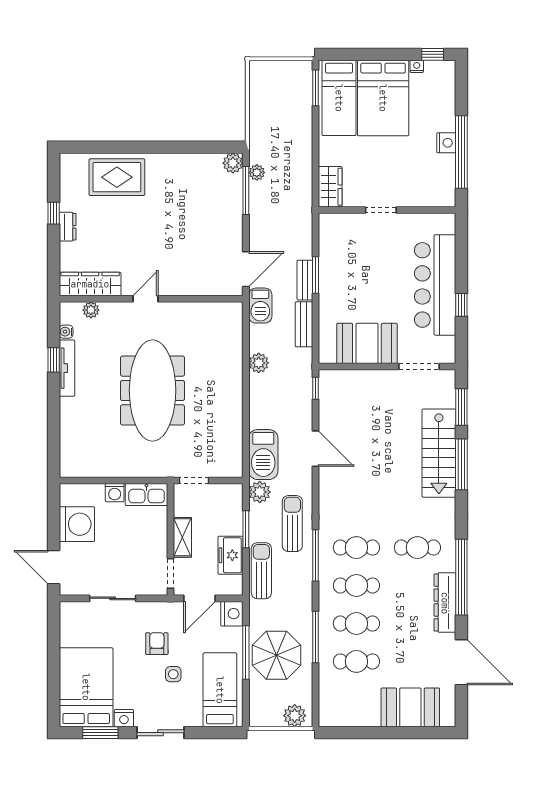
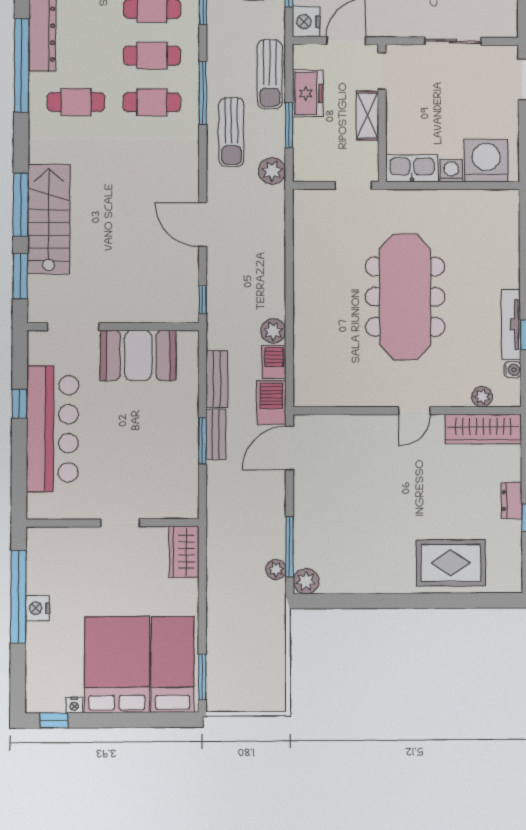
barbecue: (263, 455) -> (274, 362), moved, width x0.53, depth x0.65
washing machine: (77, 524) -> (486, 161), moved, turned 90

